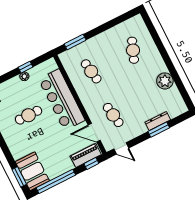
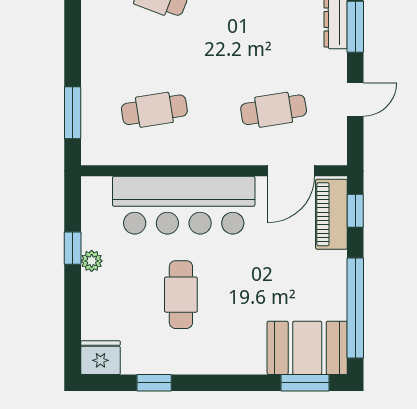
door: (121, 148) -> (355, 100), moved

